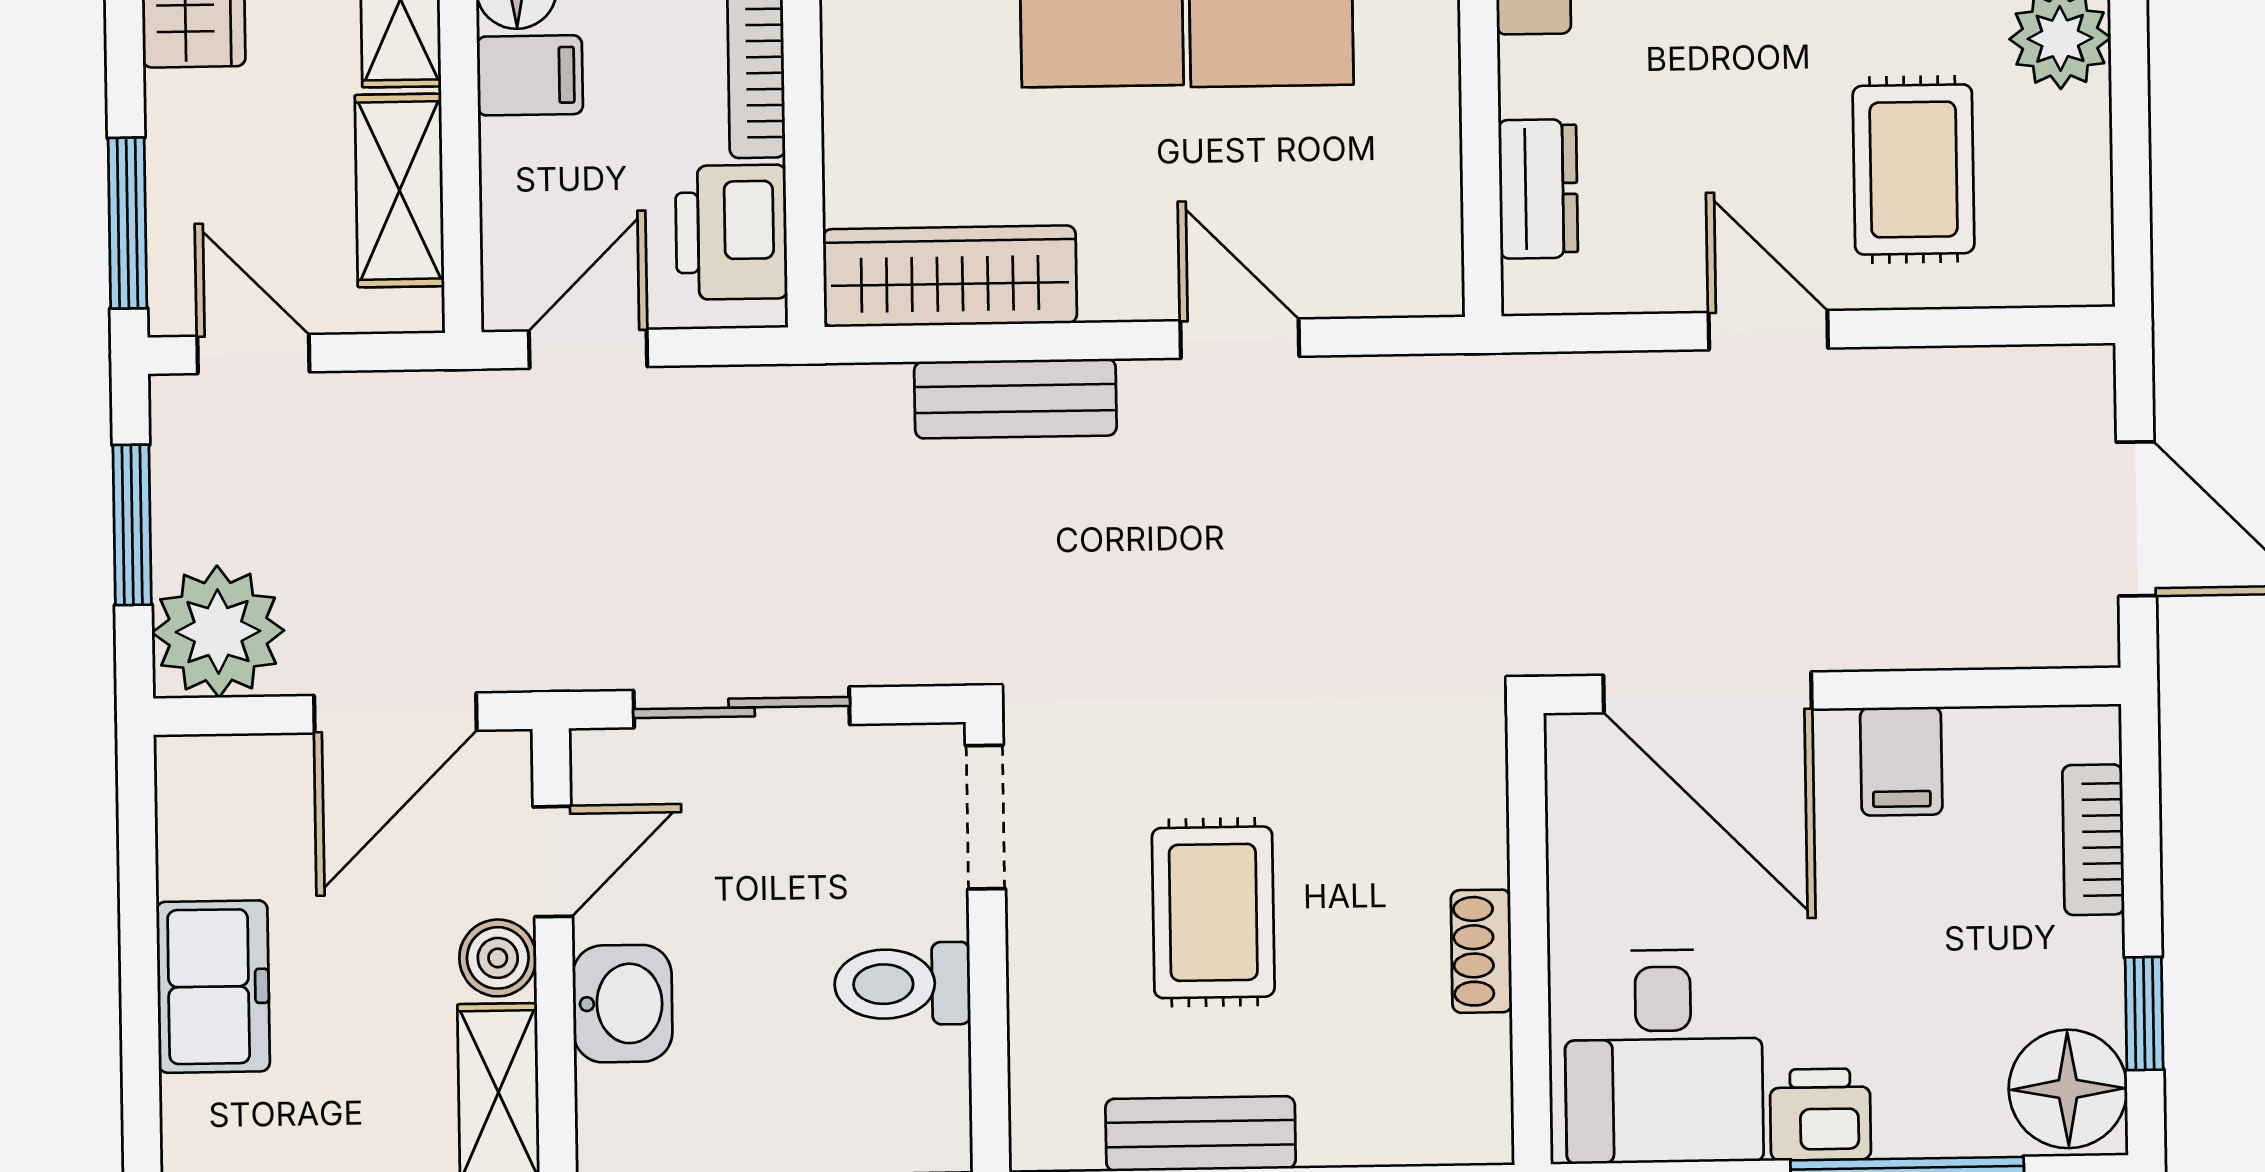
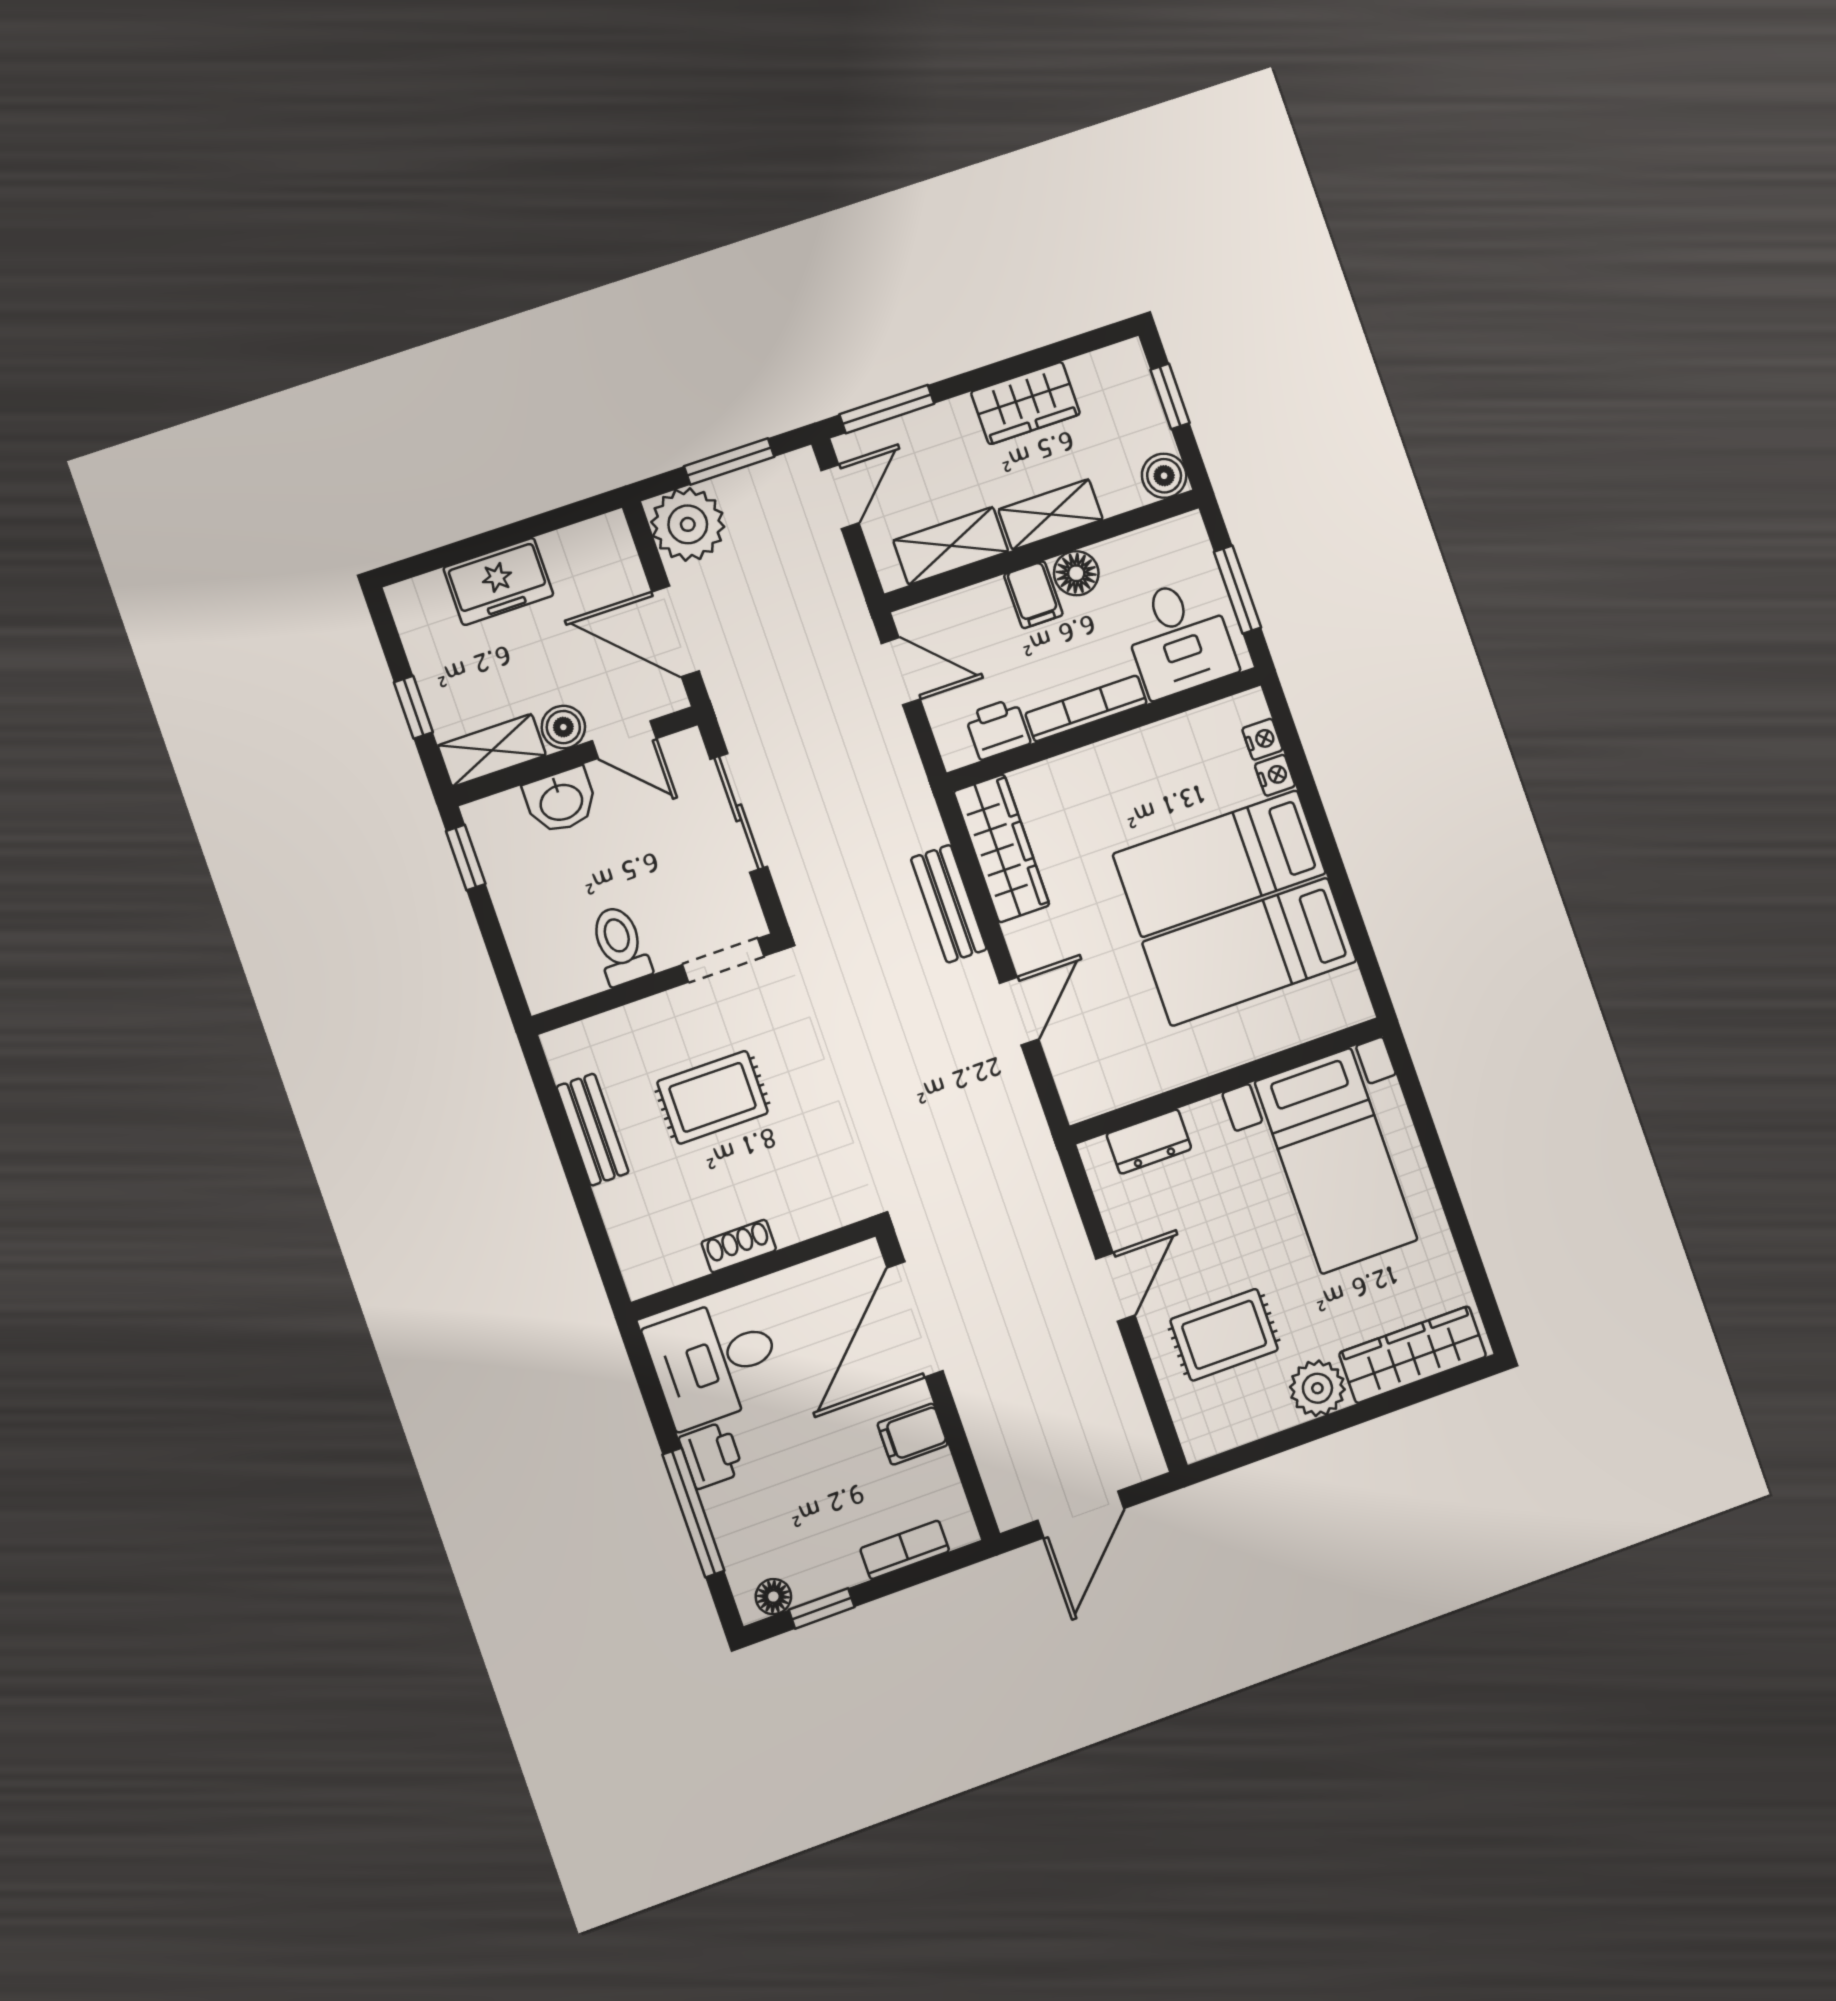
printer: (731, 232) -> (998, 729), width x0.73, depth x0.81
floor lamp: (2068, 1089) -> (773, 1597), width x0.53, depth x0.53

